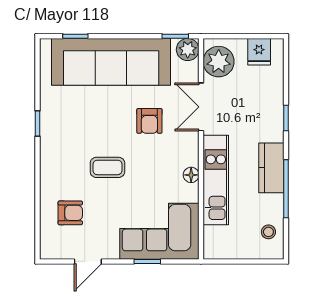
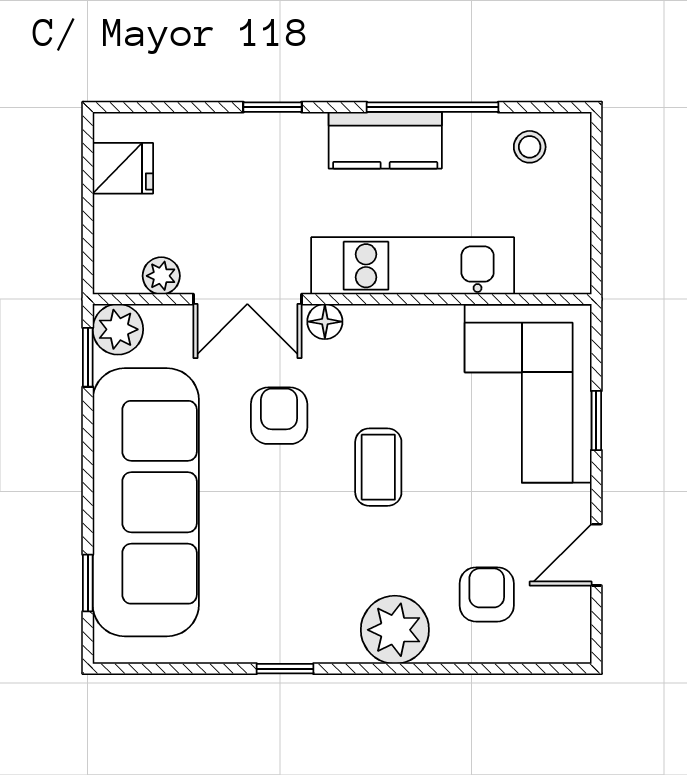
plant: (219, 62) -> (161, 276), width x0.53, depth x0.53
armchair: (149, 121) -> (279, 416), turned -90
coffee table: (107, 167) -> (378, 467), moved
plant: (55, 172) -> (395, 630), added
floor lamp: (191, 175) -> (325, 322), moved
door: (88, 261) -> (596, 555), swing flipped

